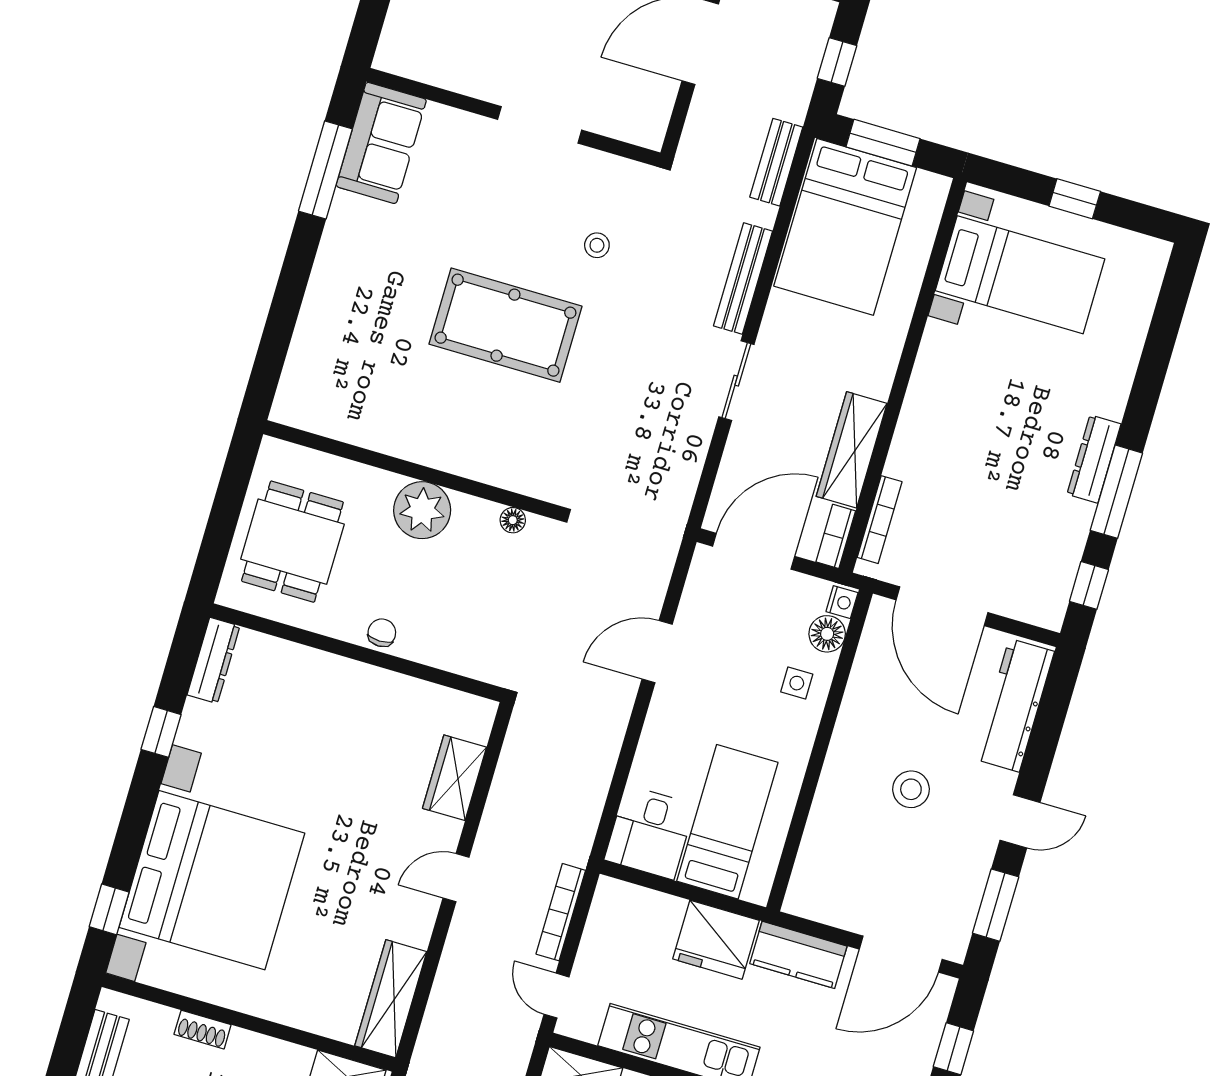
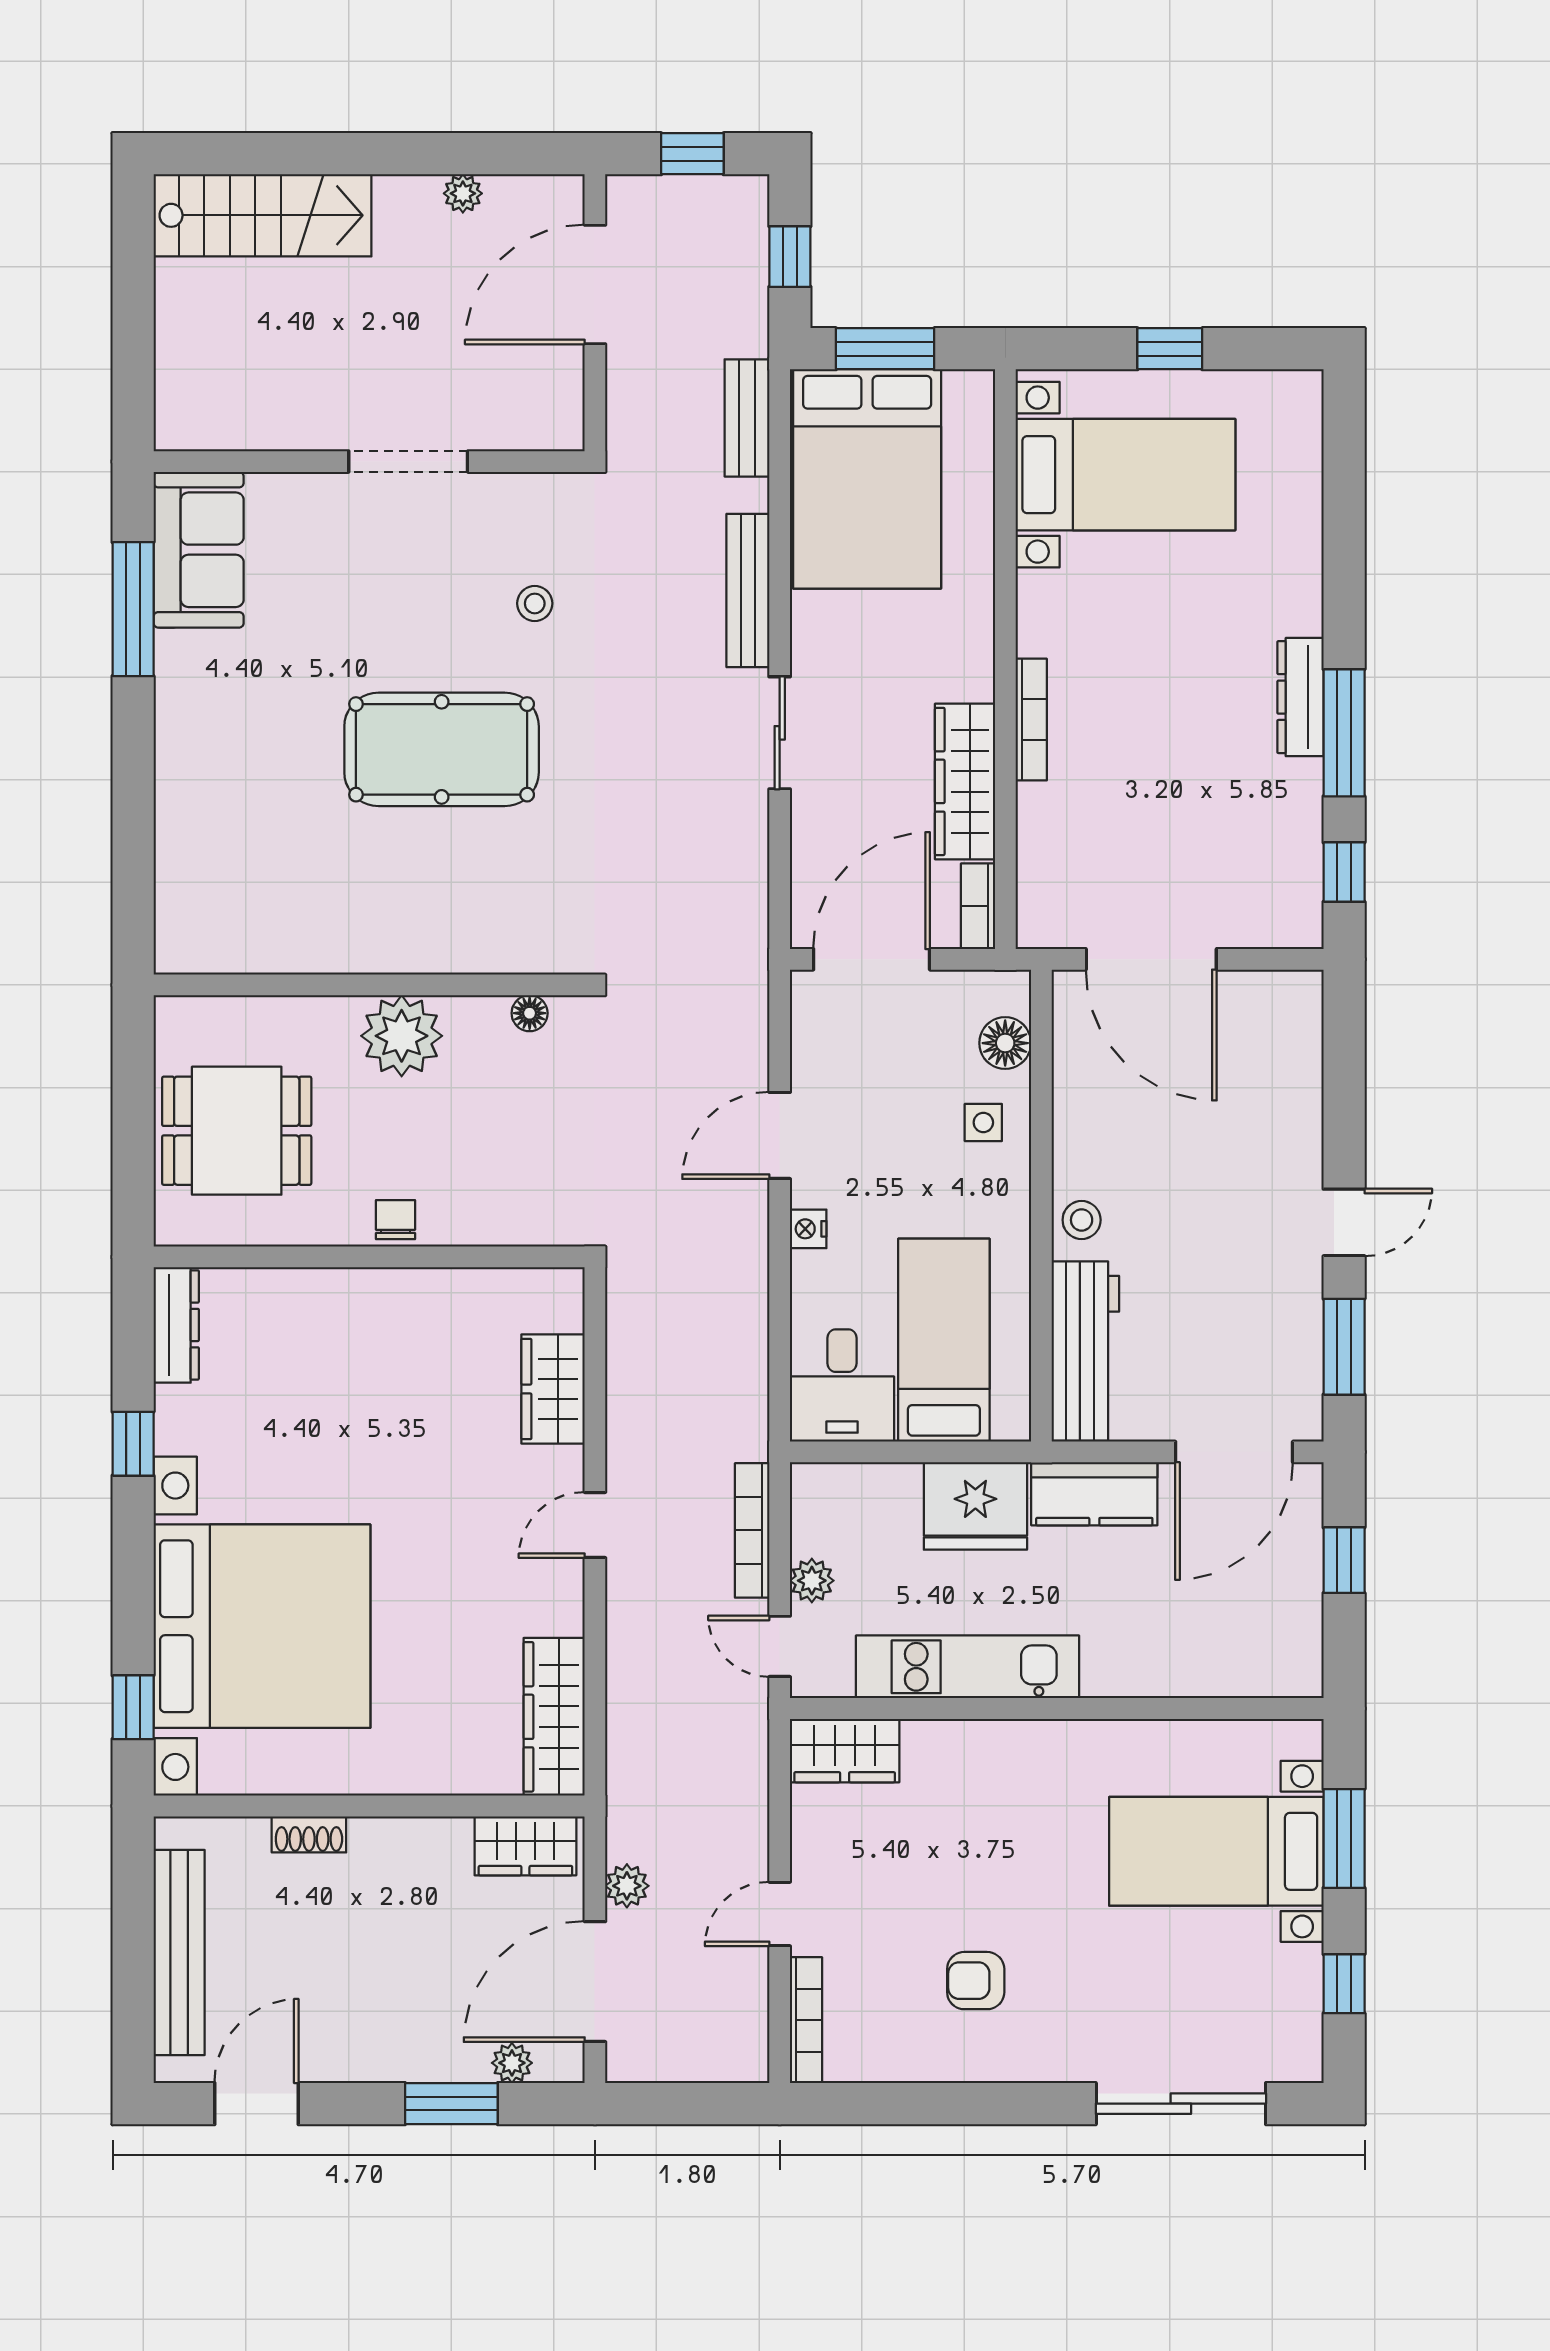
bookcase: (880, 520) -> (1031, 720), moved
dining table: (292, 542) -> (237, 1131), turned 90
nightstand: (842, 602) -> (808, 1229), moved, turned 180
workbench: (1014, 705) -> (1085, 1351), moved, turned 180
stool: (911, 789) -> (1082, 1220), moved, width x0.73, depth x0.73
plant: (591, 958) -> (812, 1581), added

